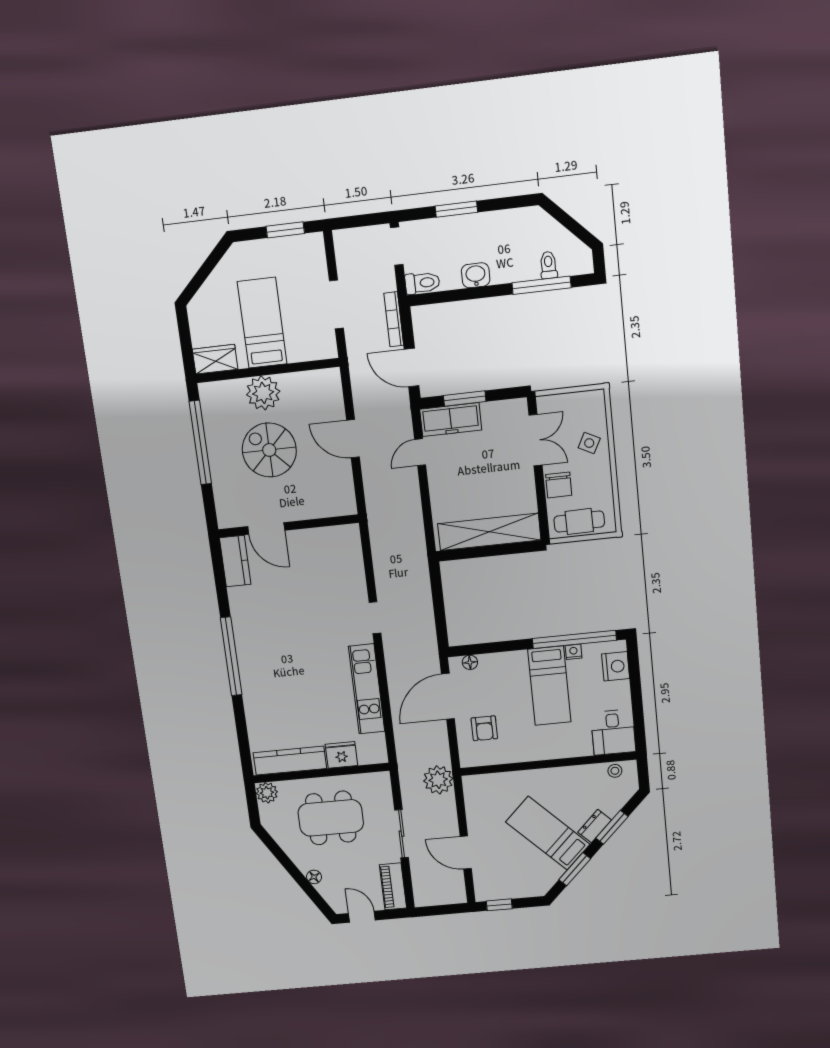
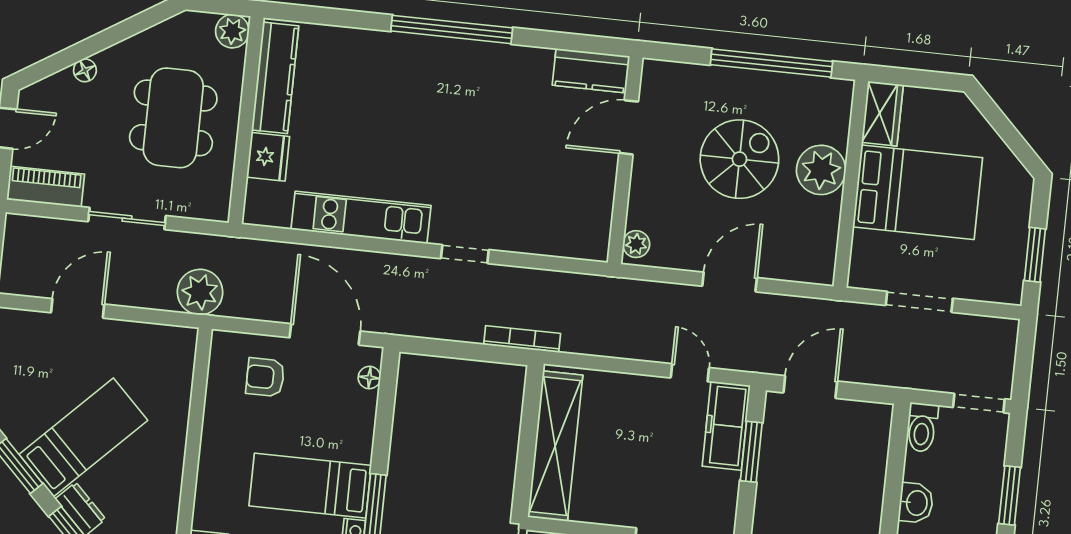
bookcase: (394, 319) -> (522, 339), moved
bed: (262, 323) -> (918, 192), width x1.50
plant: (342, 507) -> (636, 244), added

